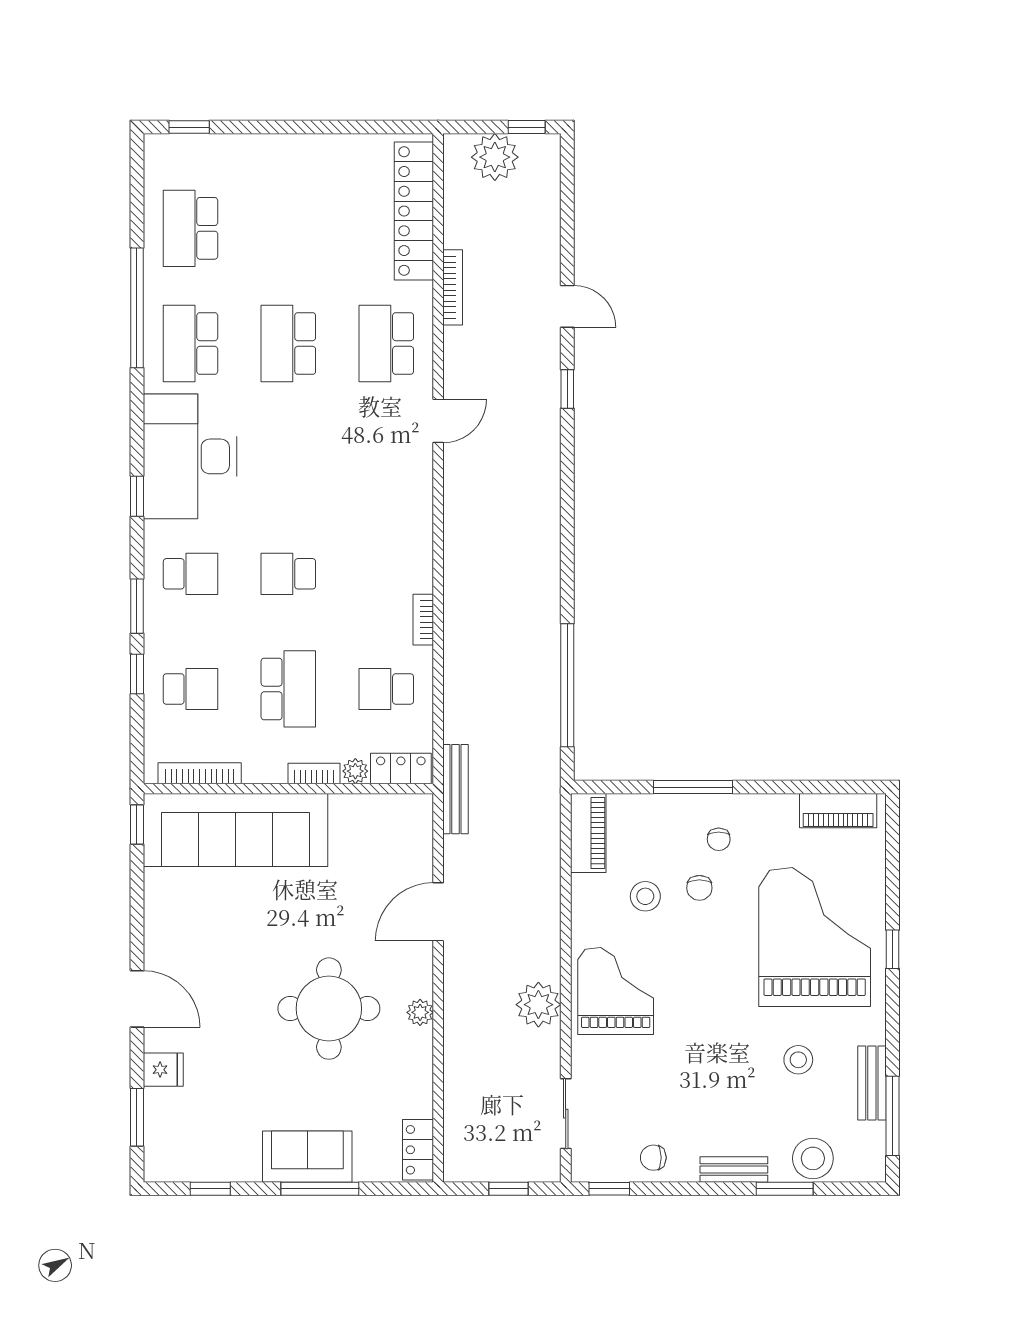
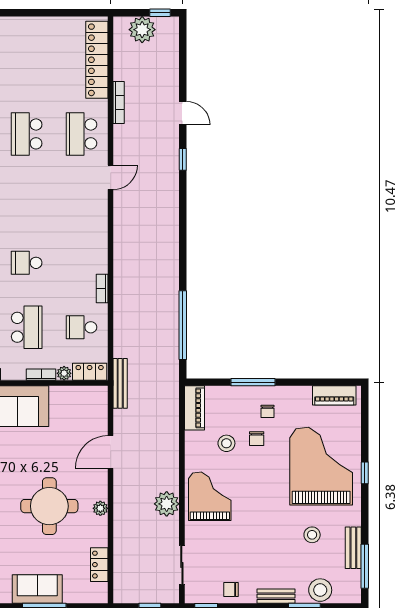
locker: (418, 1150) -> (99, 565), moved

